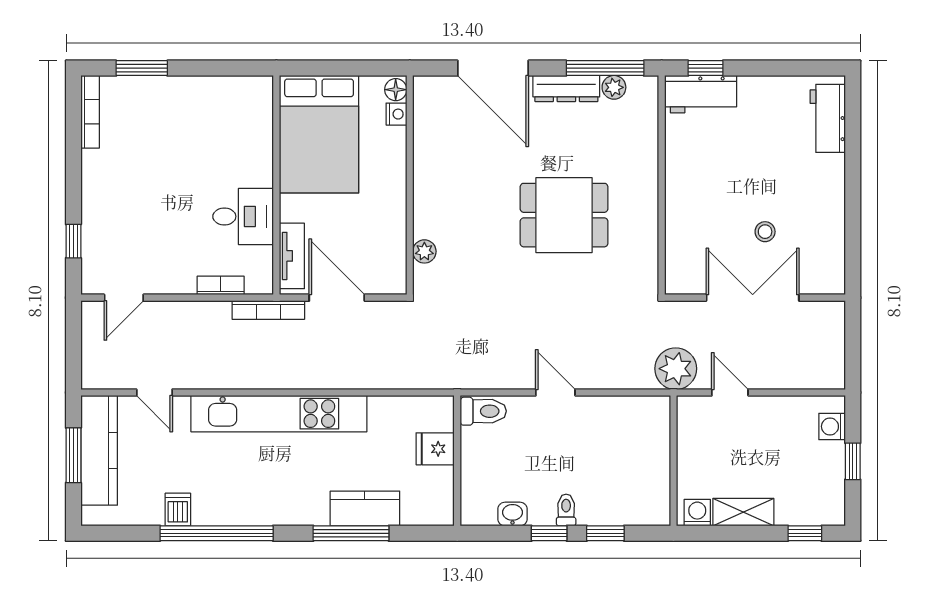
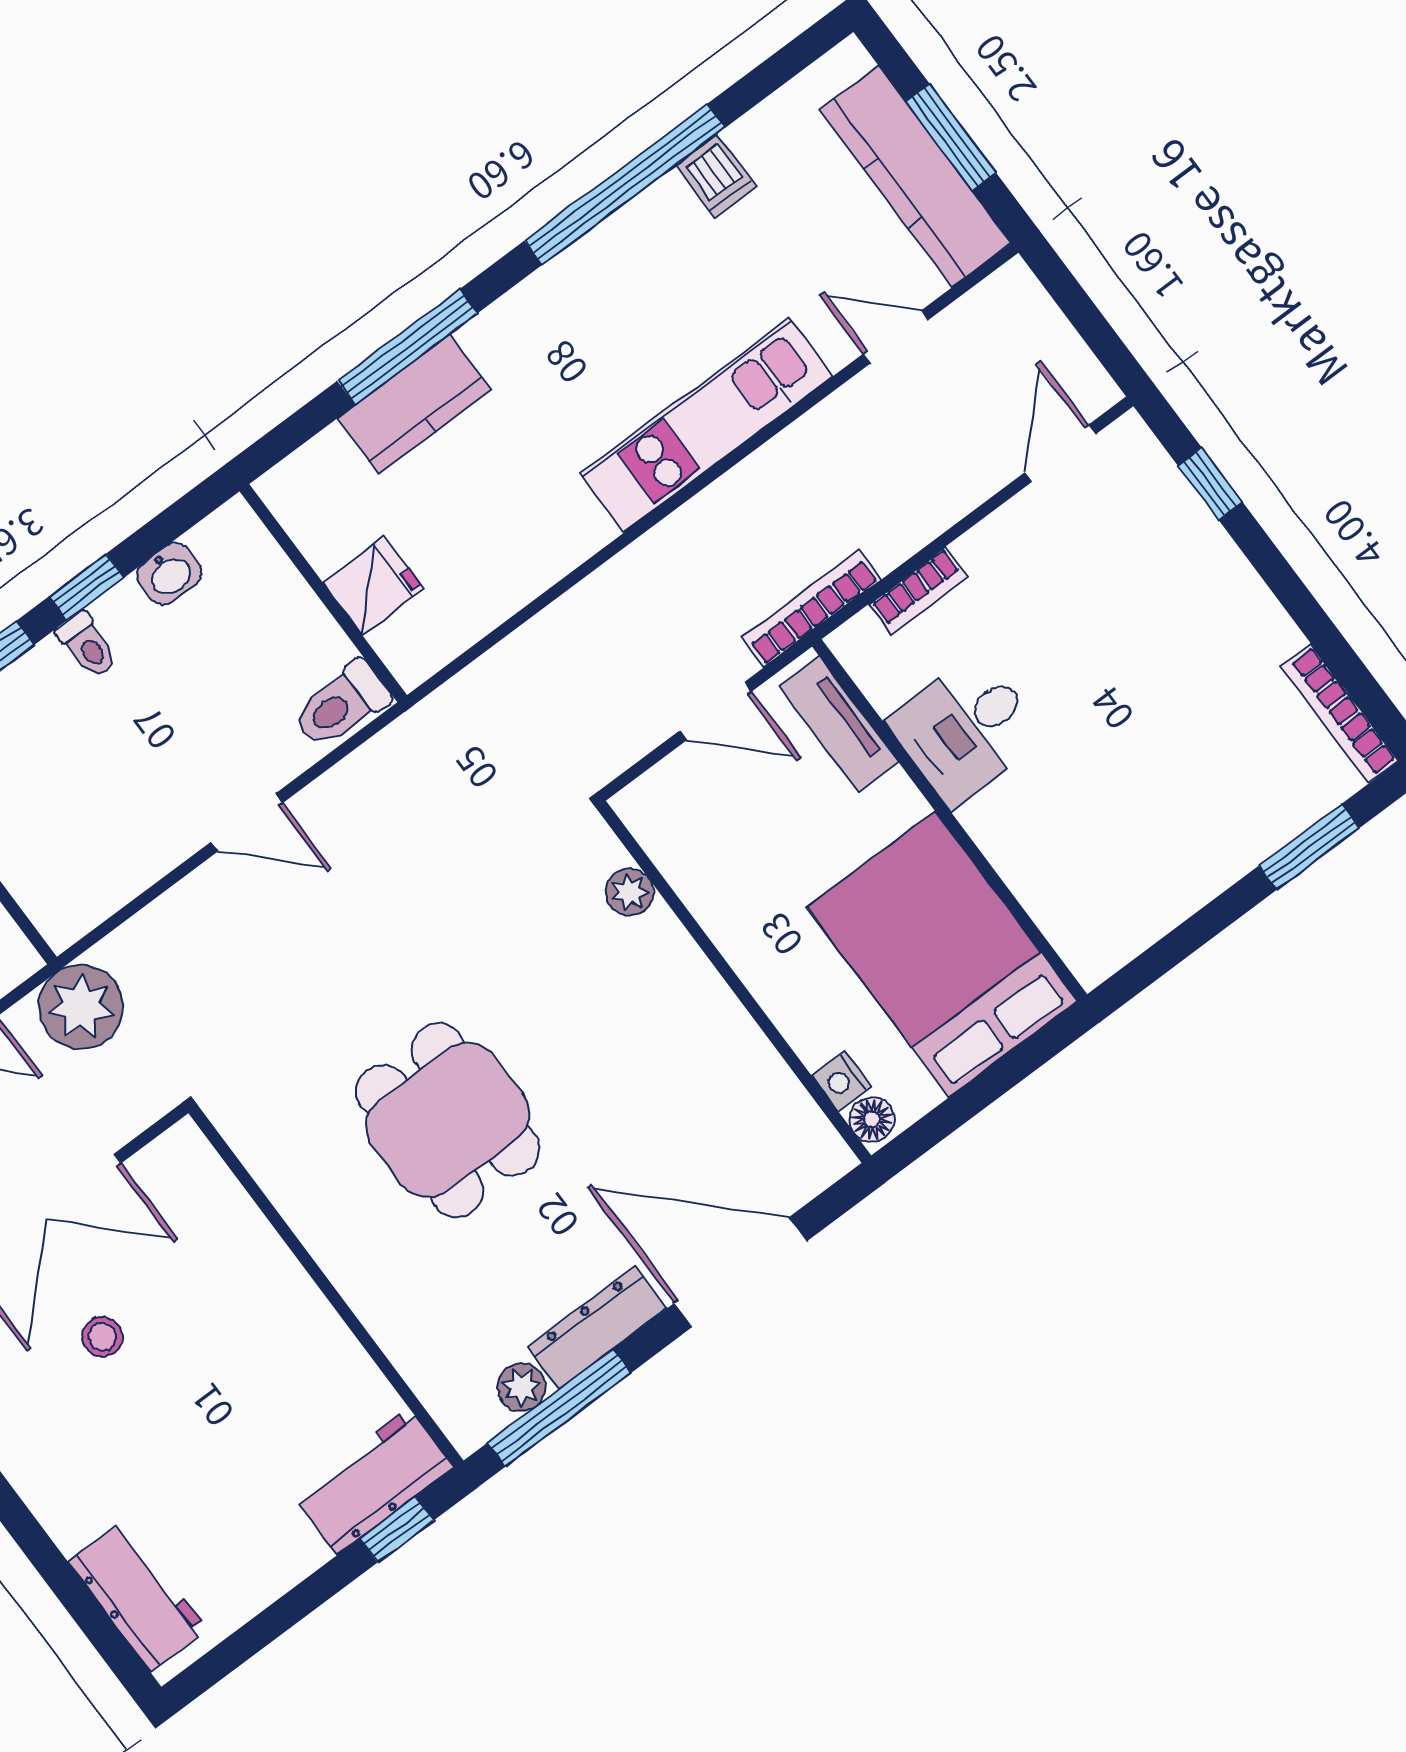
dining table: (564, 215) -> (448, 1120), turned 90
door: (337, 298) -> (715, 711), width x0.73
kitchen unit: (279, 414) -> (707, 425), width x0.73

